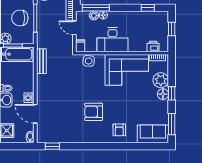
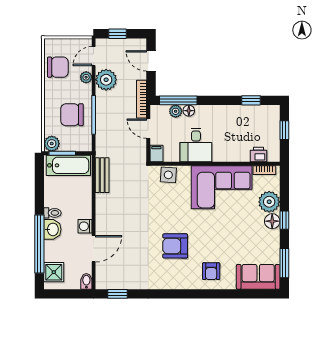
desk: (113, 40) -> (196, 145), width x0.73
door: (35, 114) -> (94, 249), swing flipped

